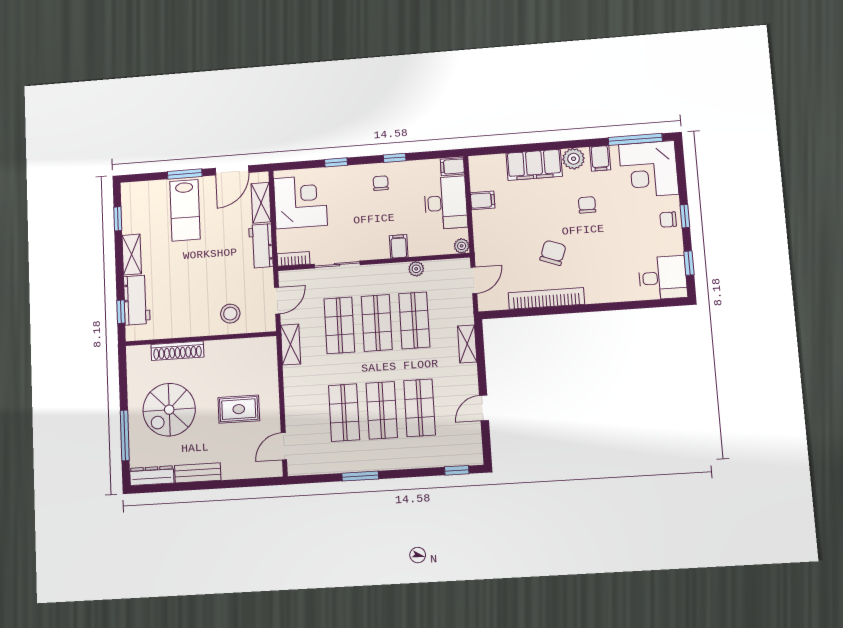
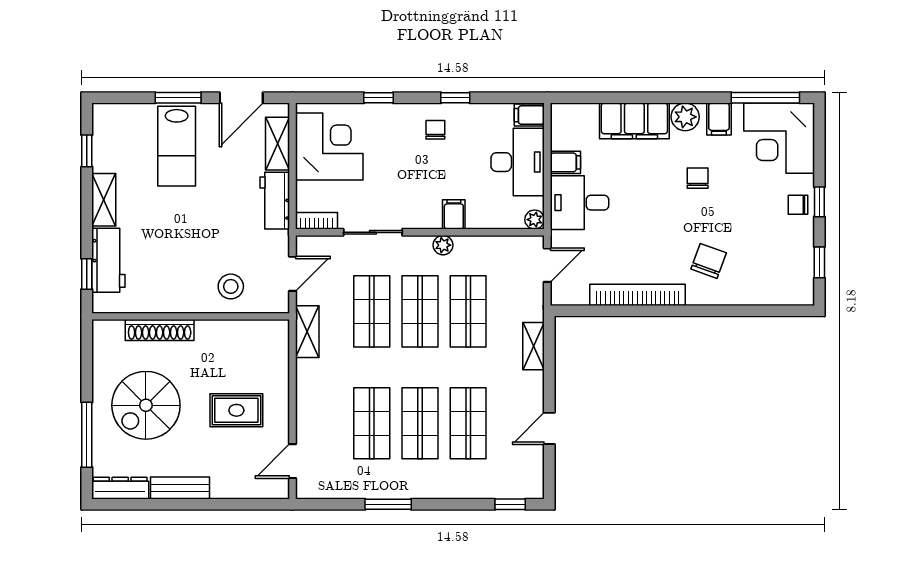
chair: (553, 253) -> (709, 261), moved
plant: (416, 269) -> (443, 245), moved
desk: (663, 278) -> (579, 203), moved, turned 180

